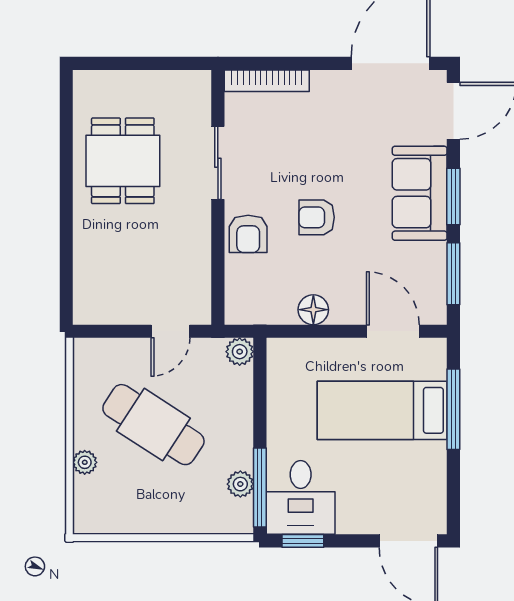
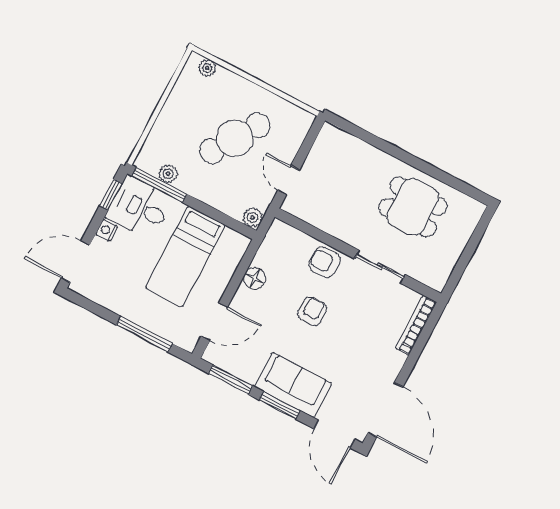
bed: (382, 410) -> (185, 256), moved, turned 180
plant: (85, 462) -> (207, 68), moved
nightstand: (350, 523) -> (107, 230), added

